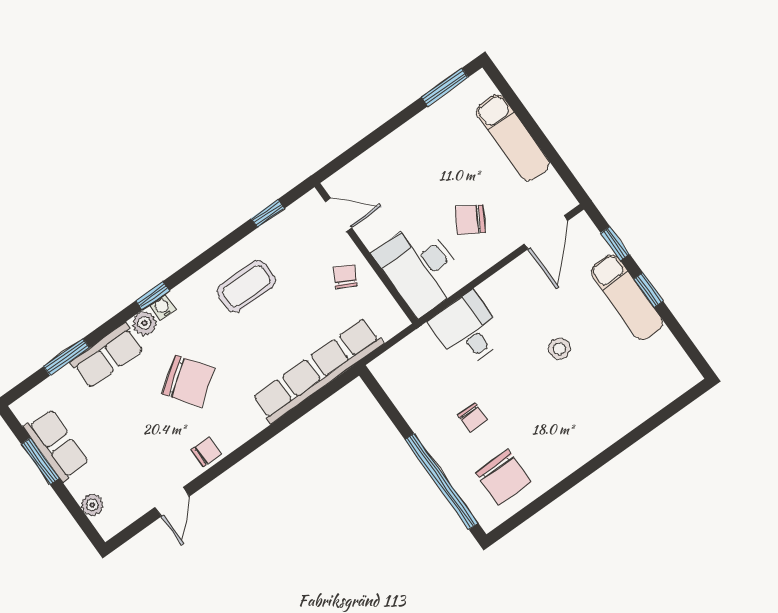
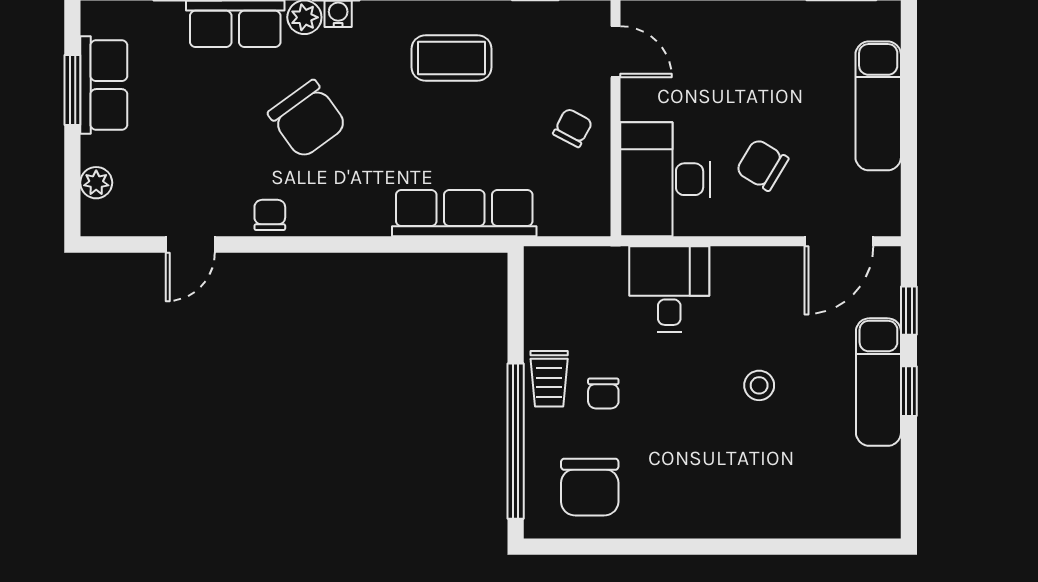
row of seats: (318, 371) -> (464, 213), width x0.73
trolley: (435, 431) -> (549, 379), added
chair: (206, 452) -> (270, 215), turned -90

